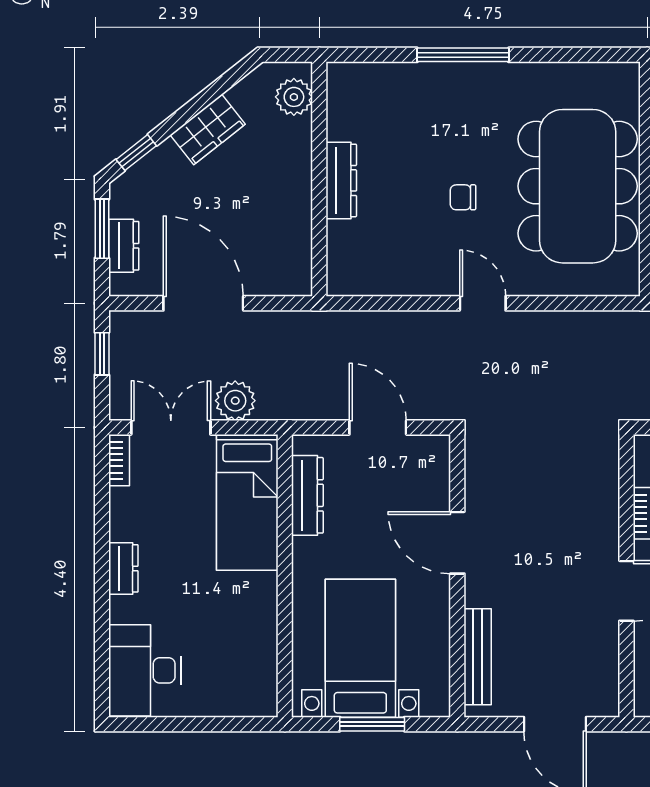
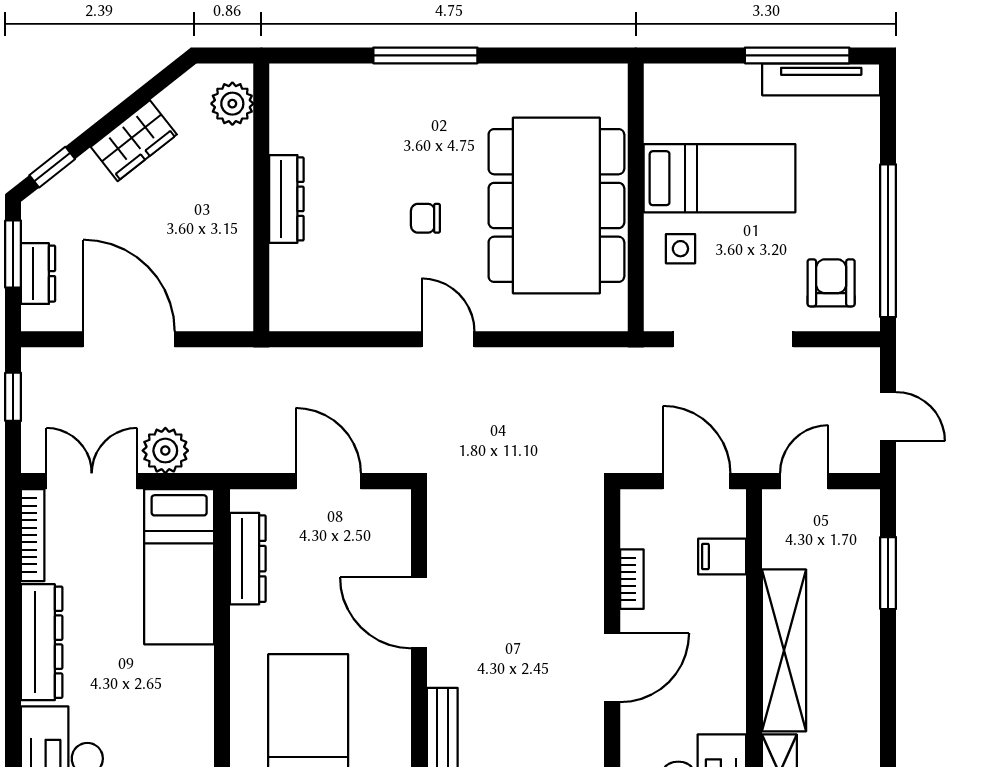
bookcase: (119, 460) -> (33, 535), width x1.56
dresser: (123, 568) -> (42, 642), width x1.96, depth x1.24

